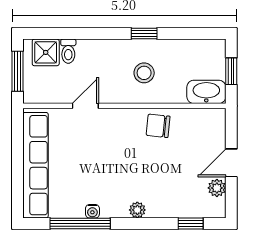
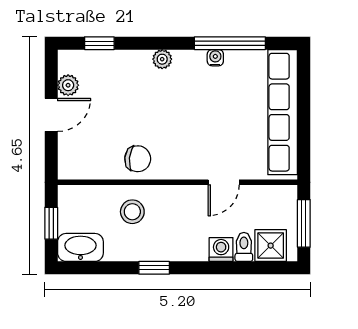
washing machine: (88, 49) -> (221, 249), added
stool: (144, 73) -> (132, 212), moved
washbasin: (206, 92) -> (80, 247), moved, turned 180

